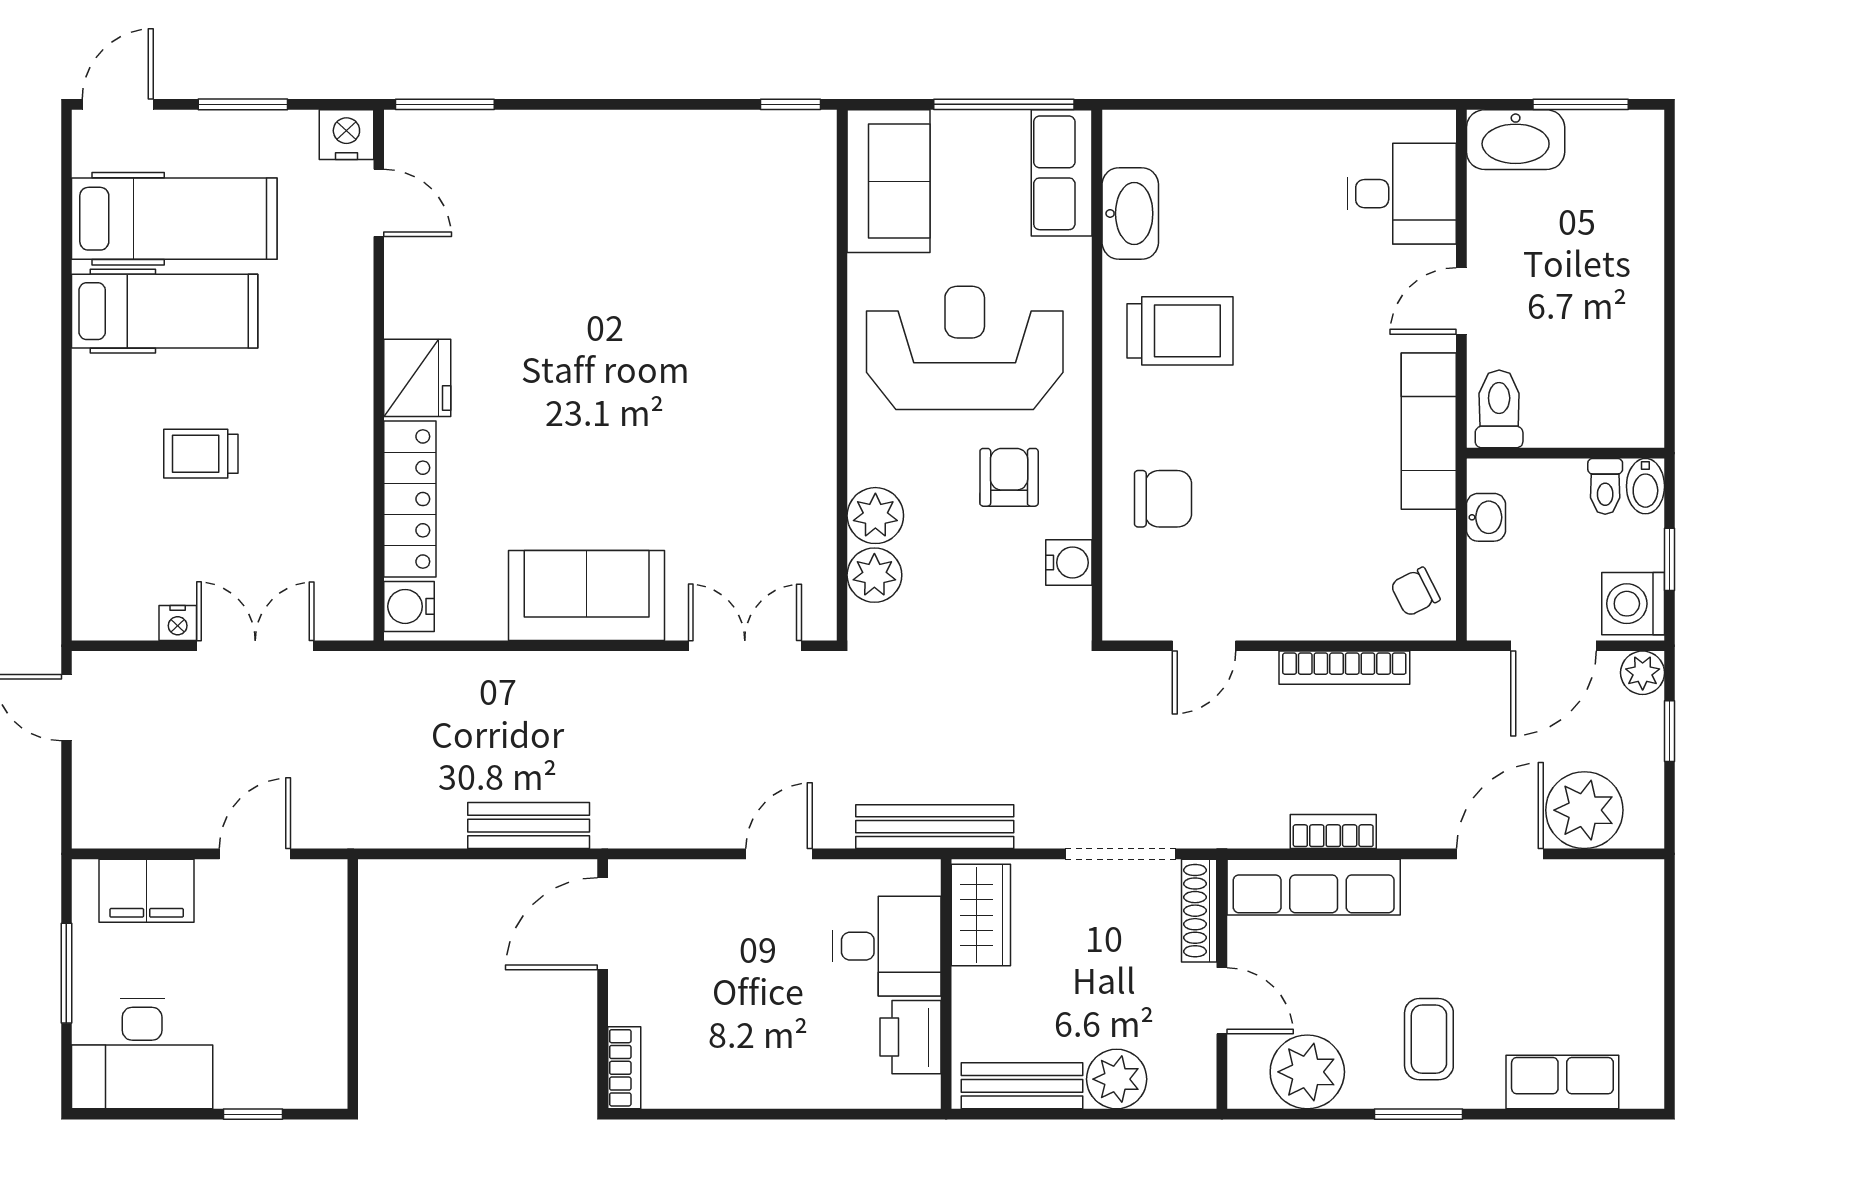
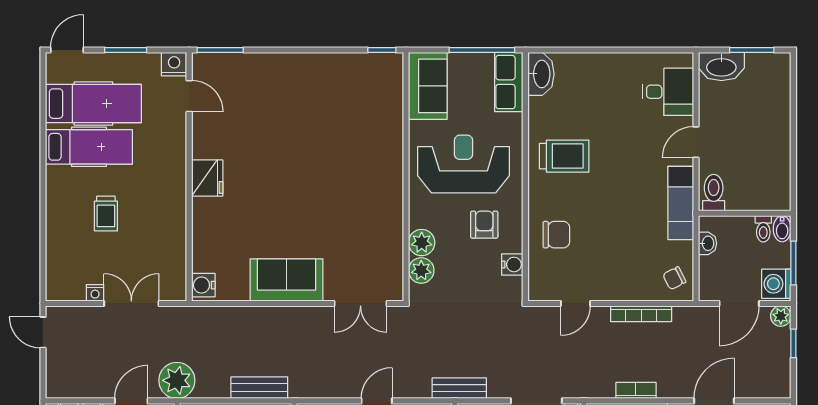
washbasin: (1130, 213) -> (541, 74), moved
trolley: (201, 454) -> (106, 214), turned -90
locker: (410, 499) -> (204, 235), removed
window: (1670, 559) -> (793, 263), width x1.50
double door: (745, 646) -> (361, 303), swing flipped
plant: (1584, 810) -> (177, 380), moved
bench: (935, 827) -> (459, 388), width x0.73

